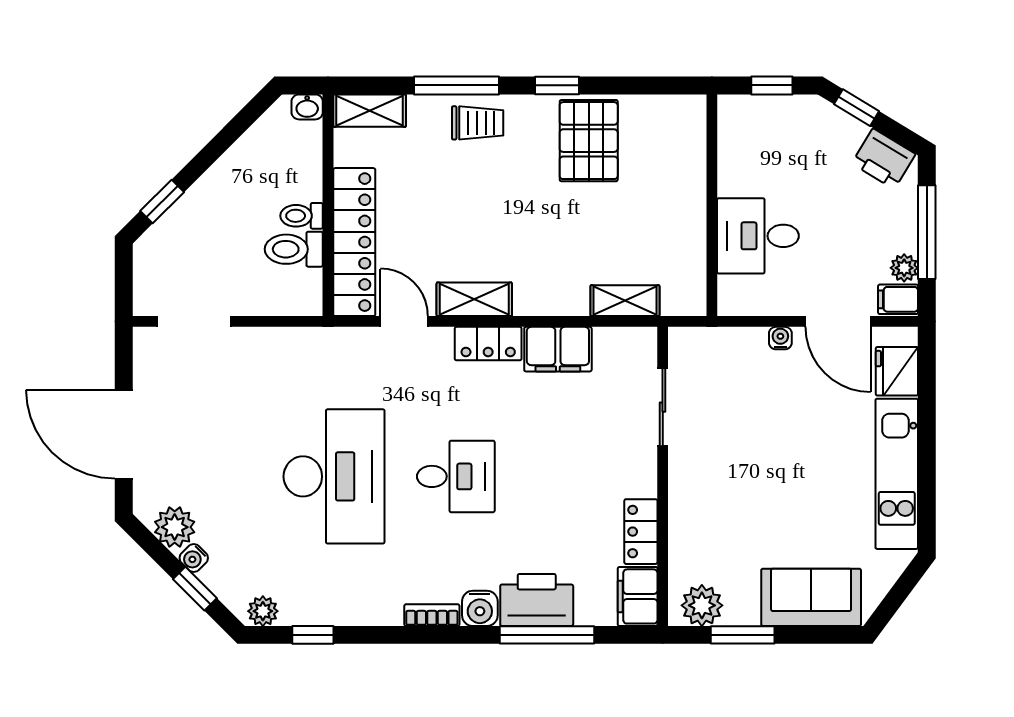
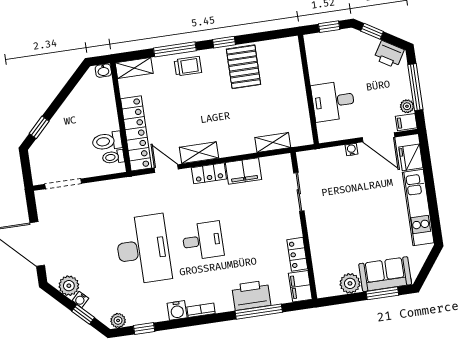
toilet: (302, 216) -> (113, 157), moved
plant: (702, 605) -> (350, 283), moved
water cooler: (480, 608) -> (177, 310), moved
window: (743, 635) -> (382, 293), moved

